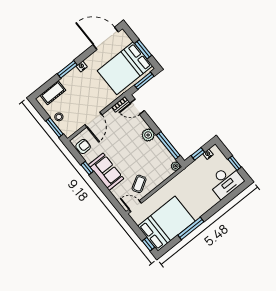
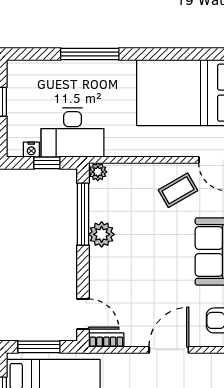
plant: (148, 135) -> (102, 234), moved
desk: (226, 181) -> (73, 132), moved, turned 180
window: (191, 228) -> (90, 54), moved

